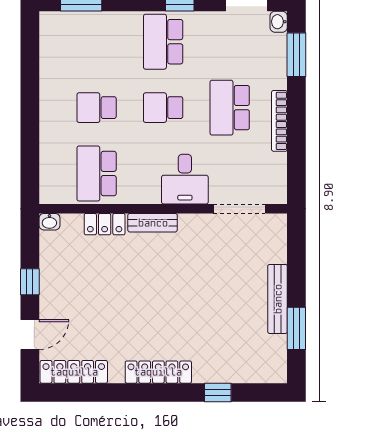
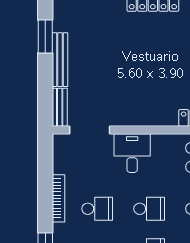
school desk: (230, 108) -> (97, 209), width x0.54
bench: (153, 223) -> (60, 107), moved, turned 90

